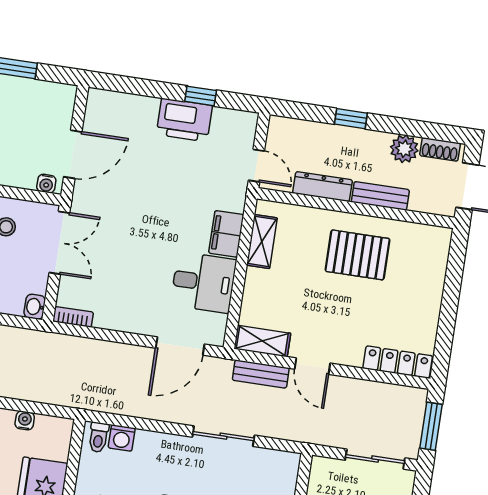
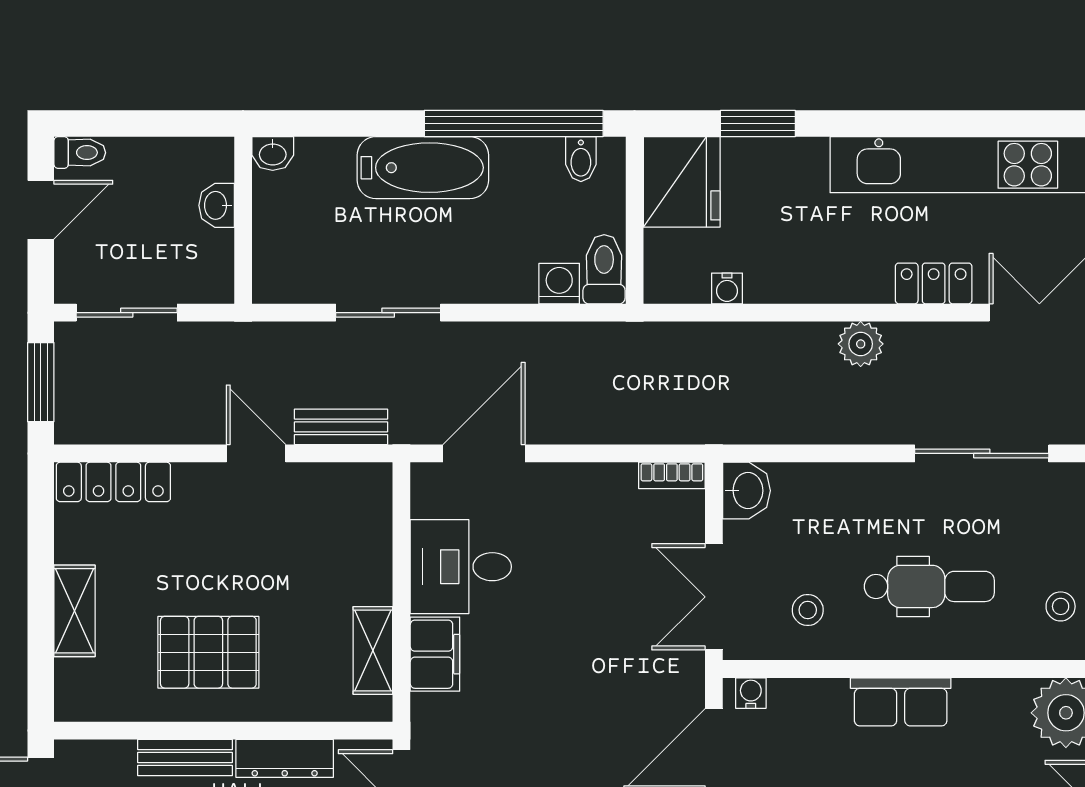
washbasin: (35, 307) -> (747, 491), width x1.38, depth x1.45
shelving: (262, 341) -> (75, 611), moved, turned 90
toilet: (99, 437) -> (604, 269), width x1.37, depth x1.39

